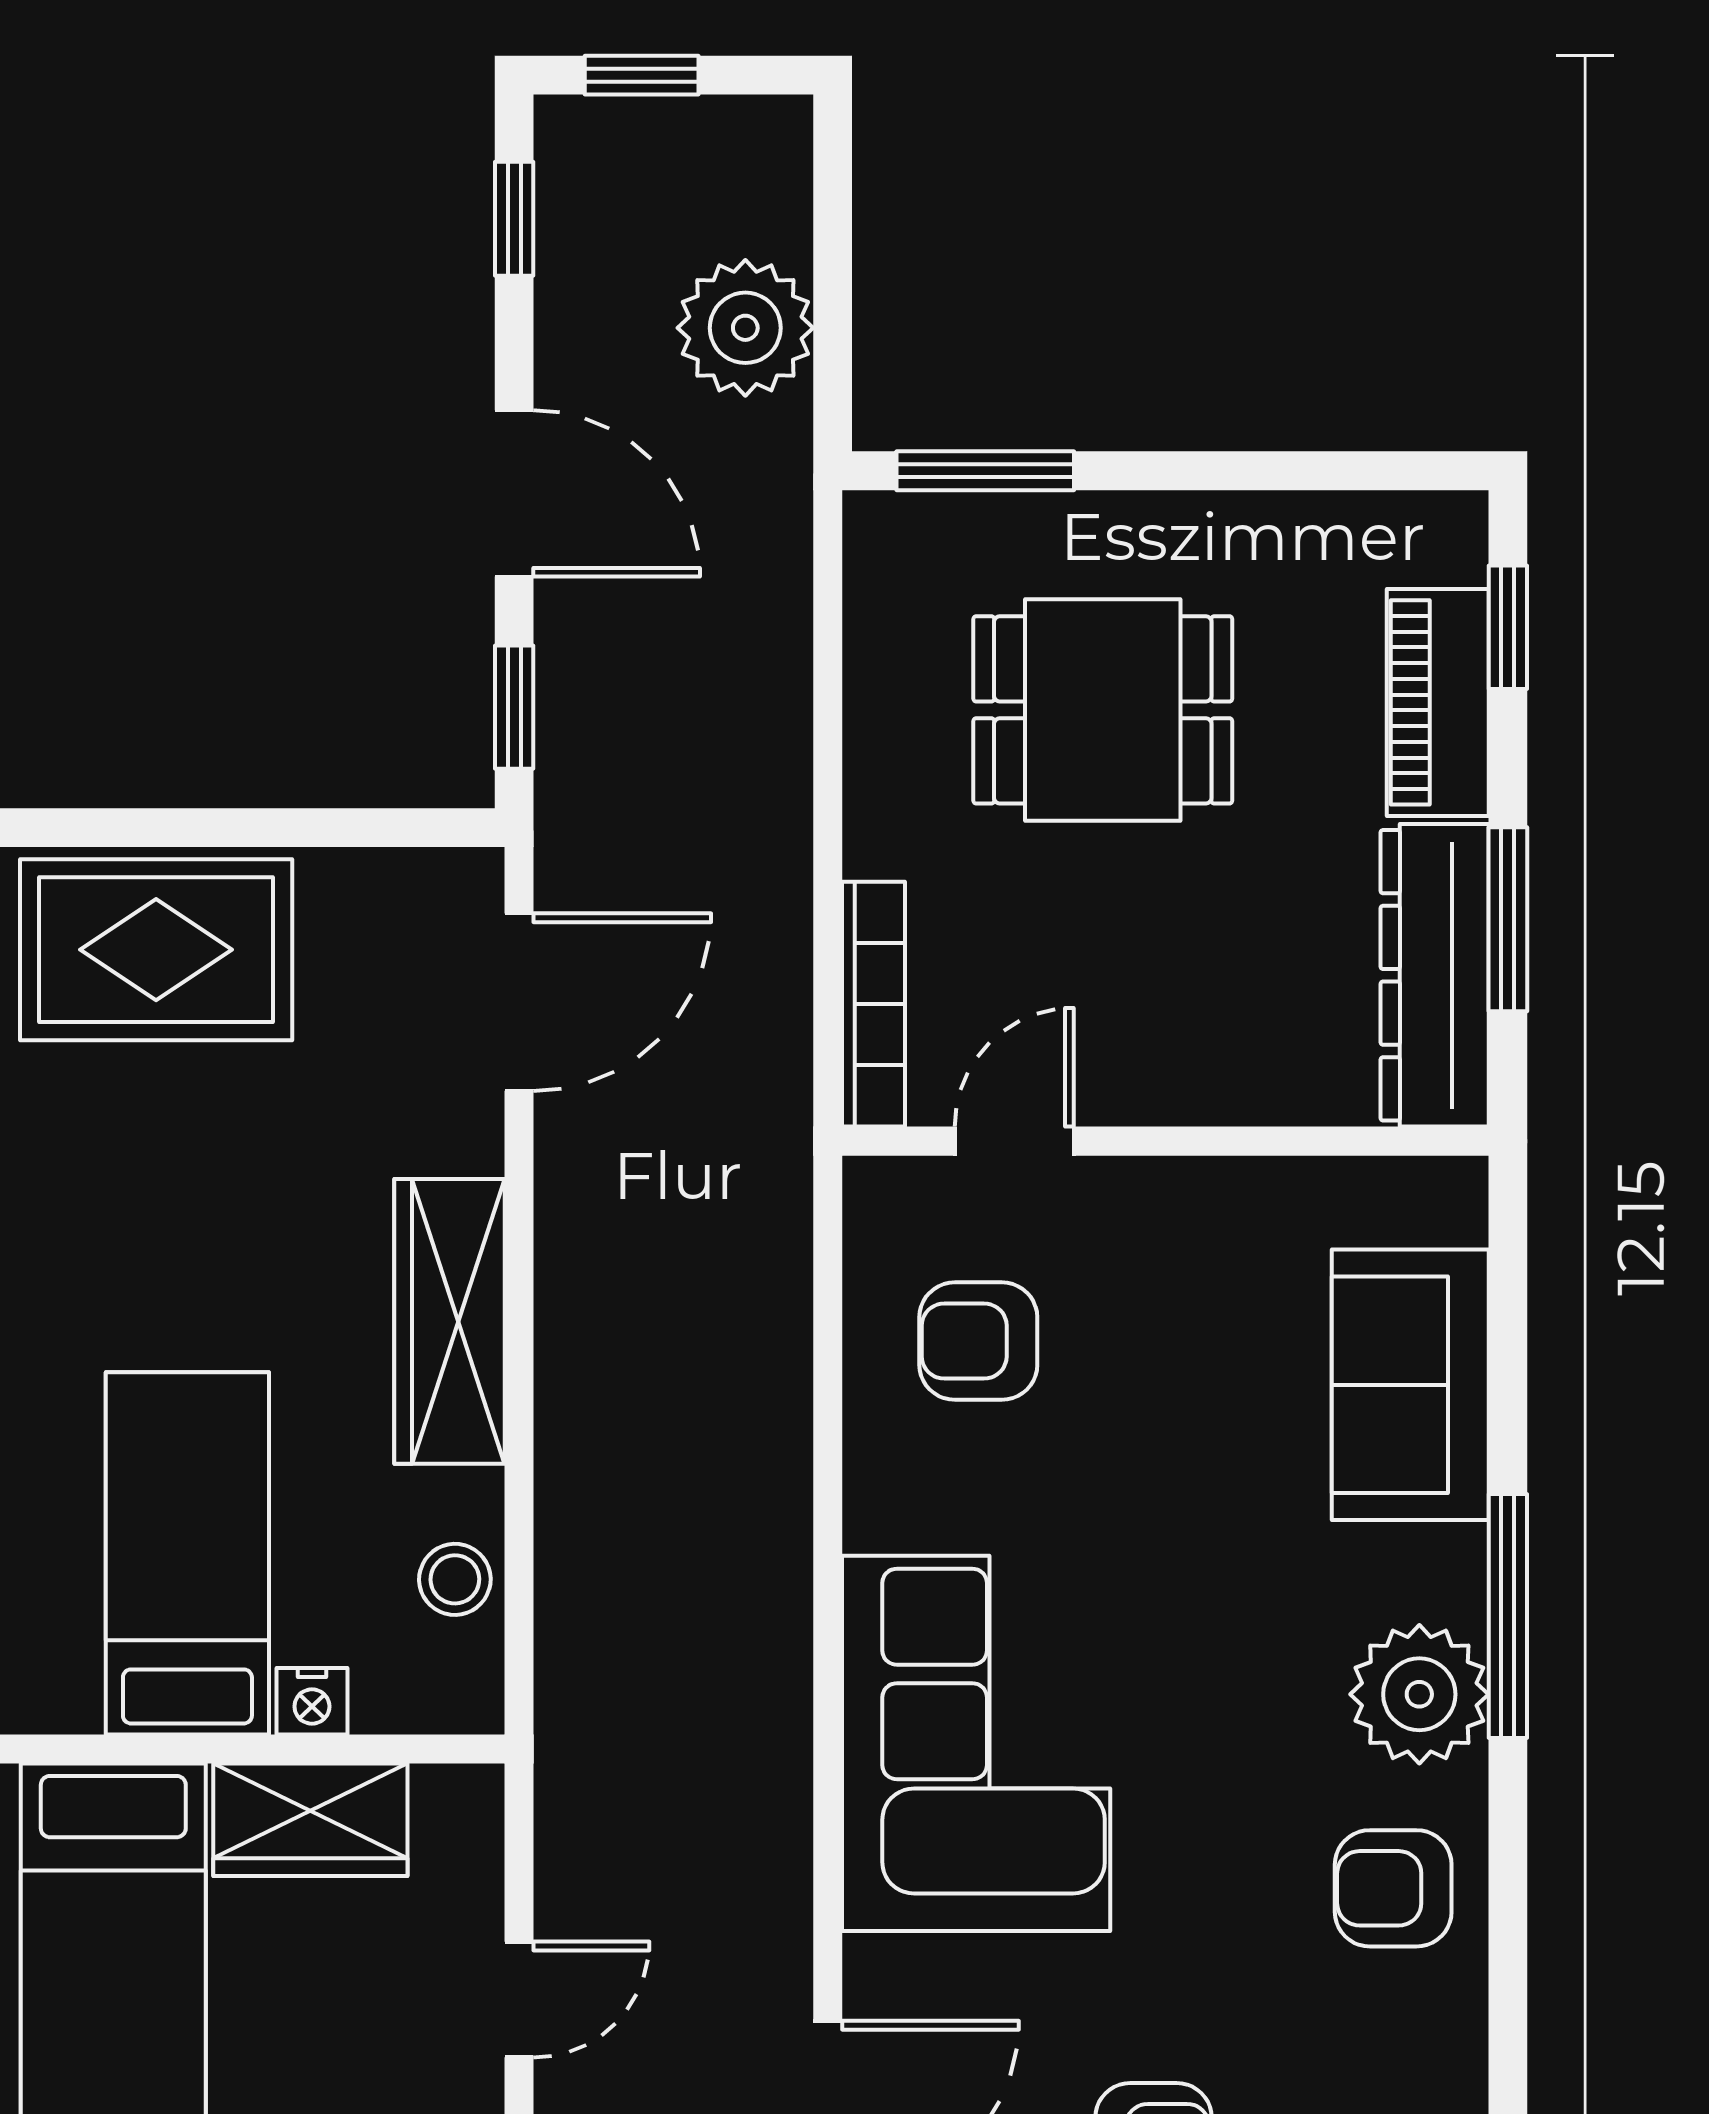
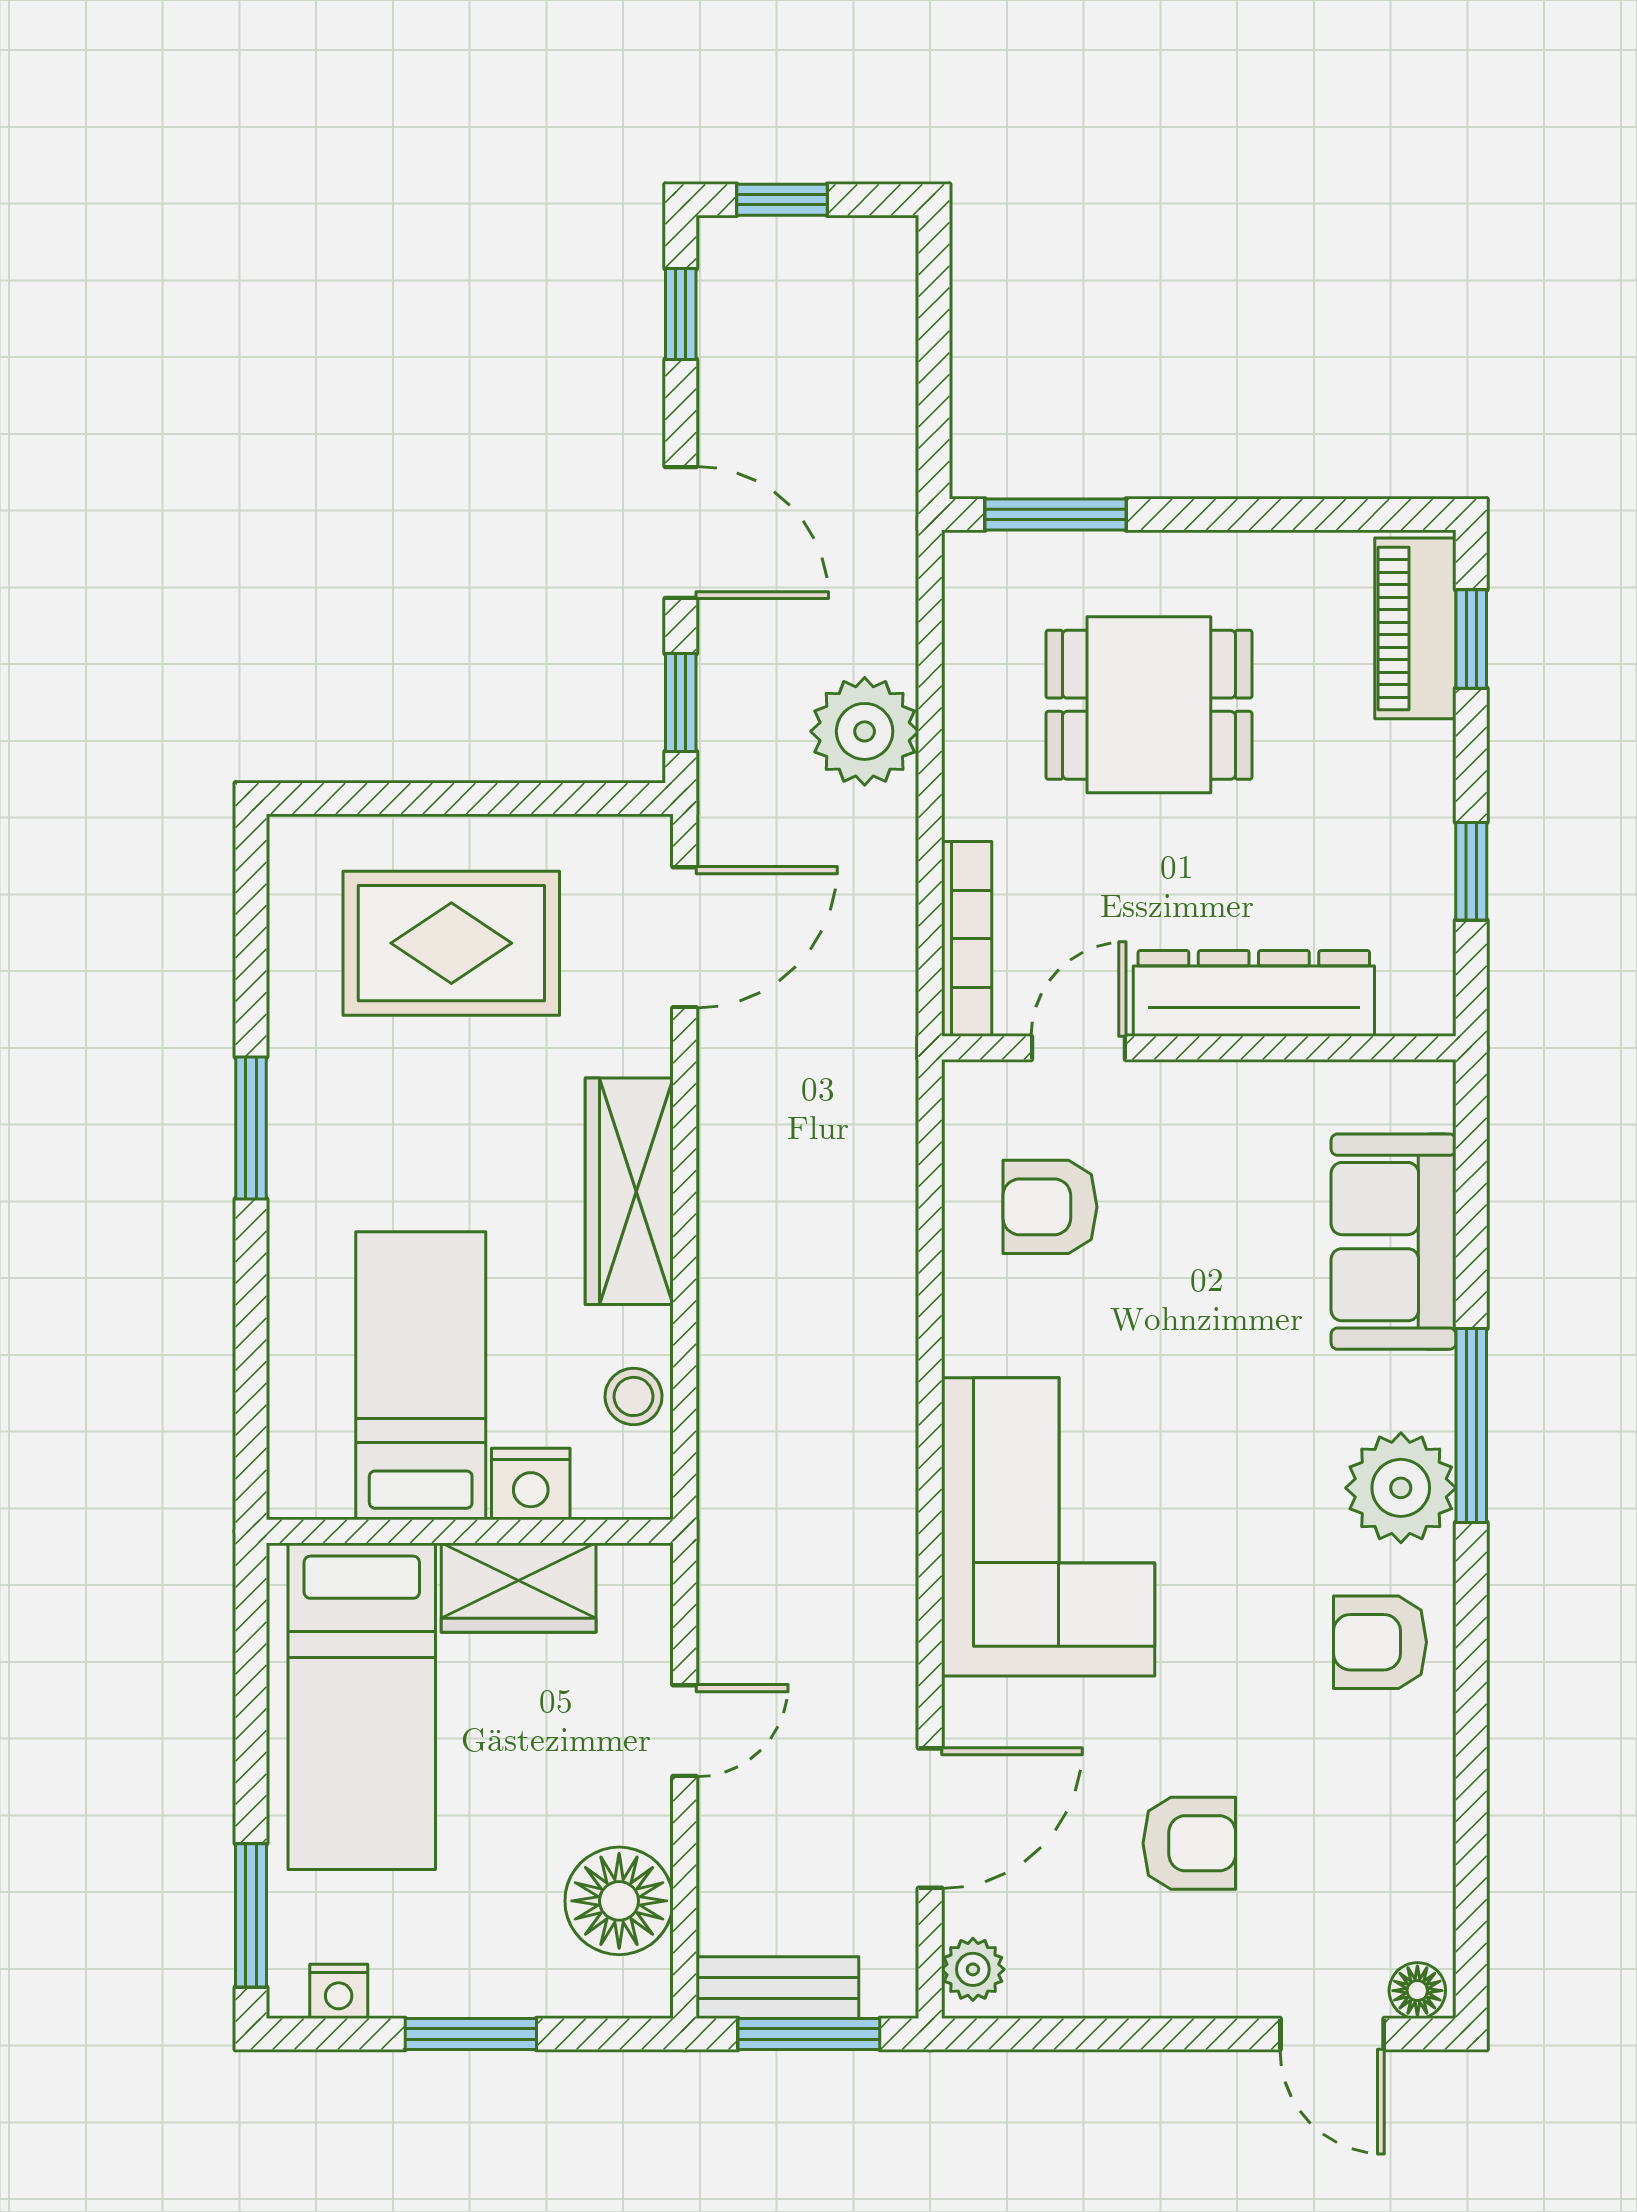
plant: (745, 328) -> (865, 731), moved
piano: (1438, 702) -> (1415, 628), moved
window: (1508, 919) -> (1471, 871), width x0.67
rug: (156, 950) -> (451, 943), moved
dresser: (1435, 975) -> (1254, 993), moved, turned 90
nightstand: (312, 1701) -> (531, 1484), width x1.39, depth x1.35

